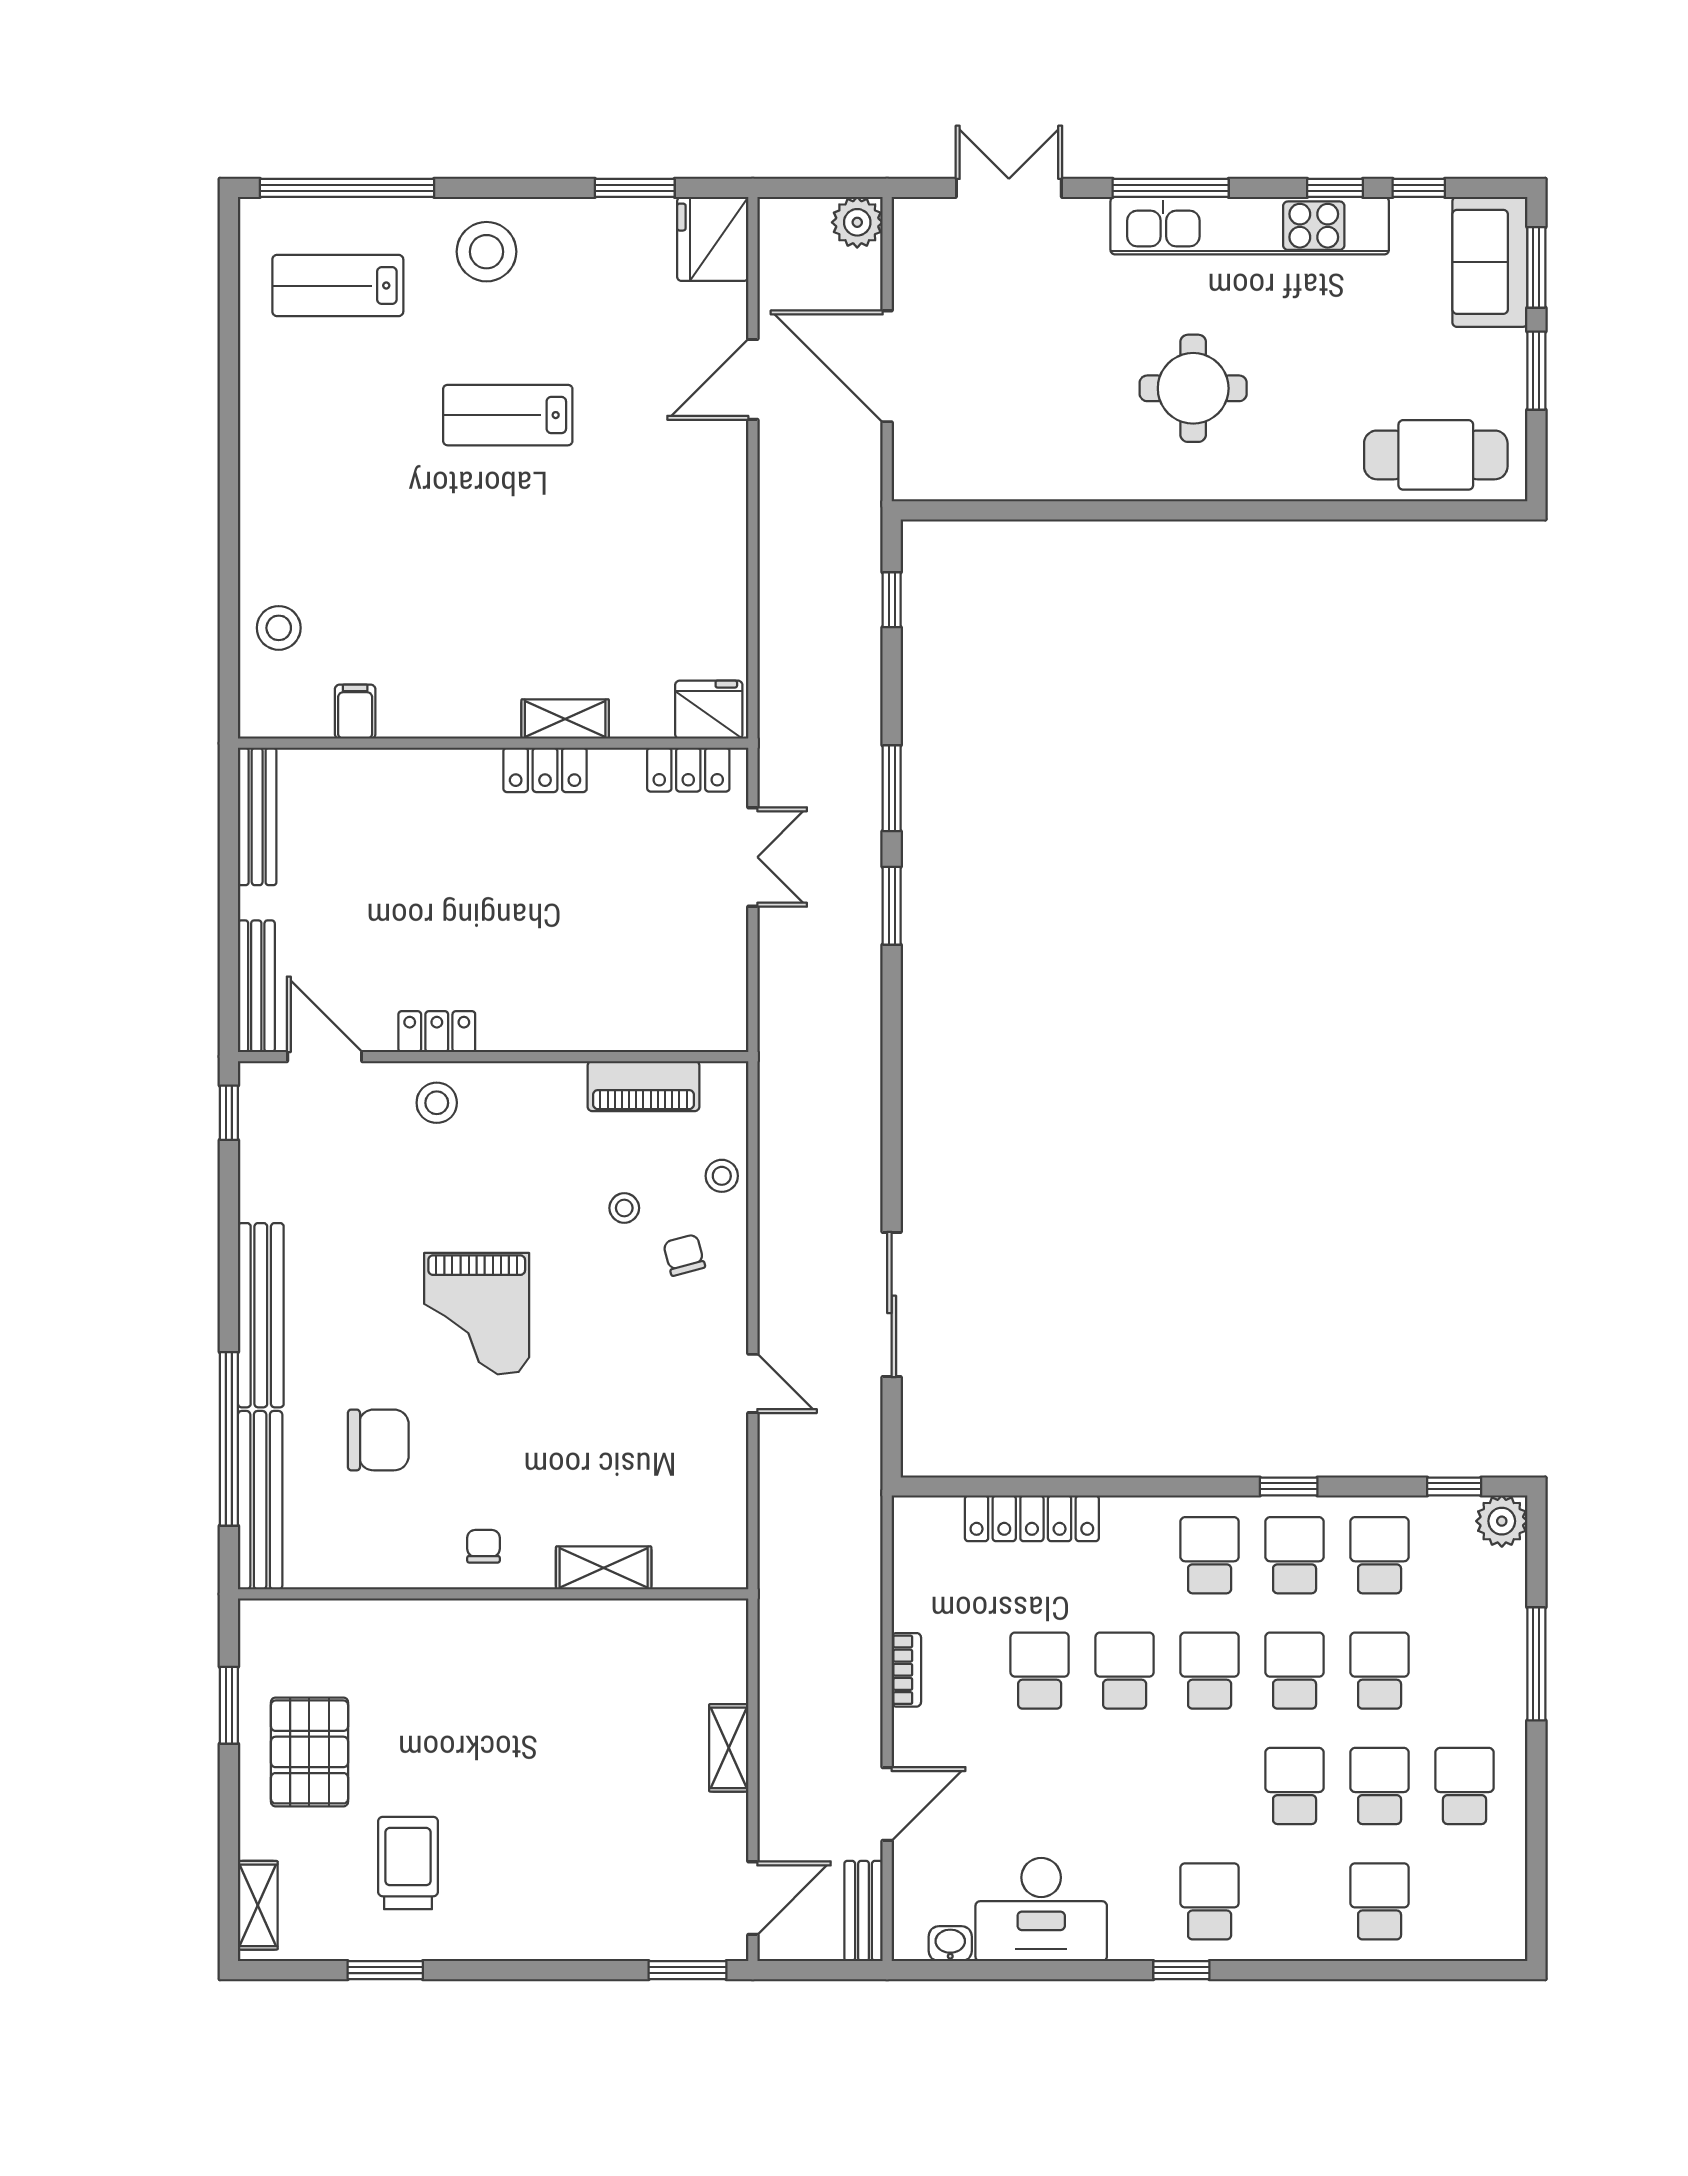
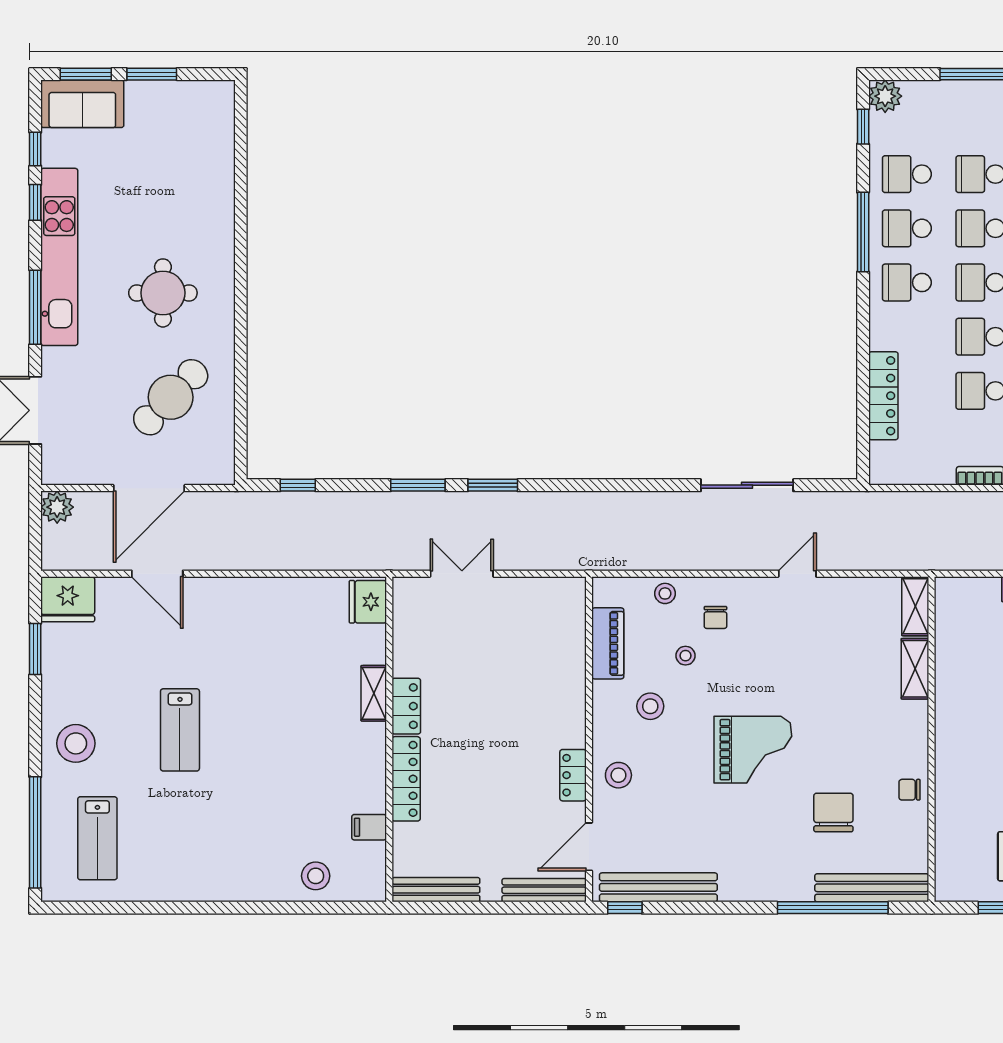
cafe table: (1436, 455) -> (171, 397), moved, turned 44
locker: (688, 770) -> (406, 779), moved, width x1.53
stool: (545, 1153) -> (650, 706), added
chair: (684, 1255) -> (715, 617), turned -75
bench: (261, 1315) -> (658, 887), moved
window: (1289, 1486) -> (863, 232), width x2.17
chair: (483, 1546) -> (910, 790), moved
shelving: (702, 1568) -> (915, 606), added

